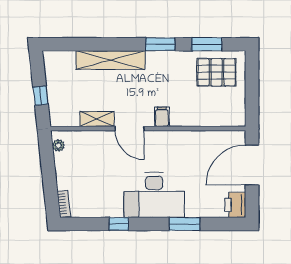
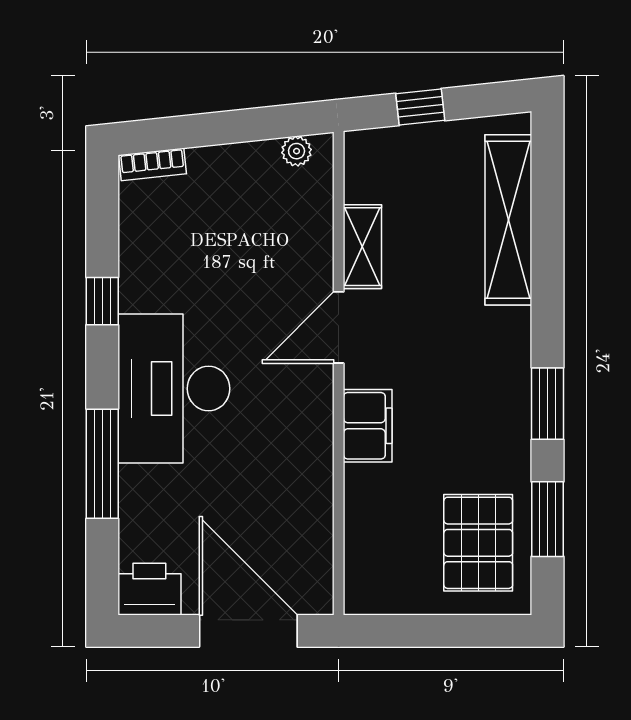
shelving: (110, 60) -> (508, 220), moved
filing cabinet: (162, 117) -> (368, 426), width x2.00
window: (185, 224) -> (102, 464), width x1.44

